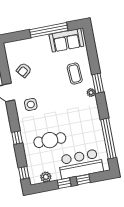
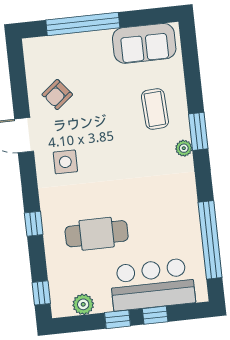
window: (49, 30) -> (83, 24), moved

